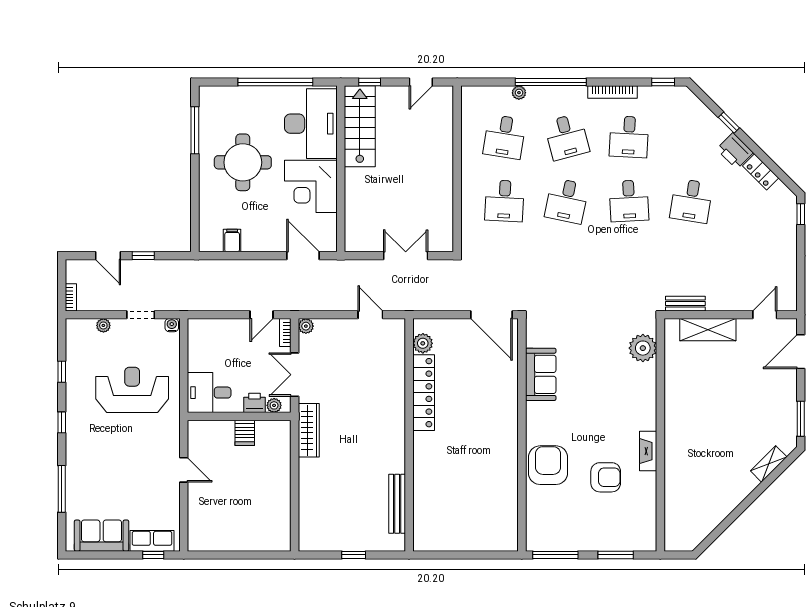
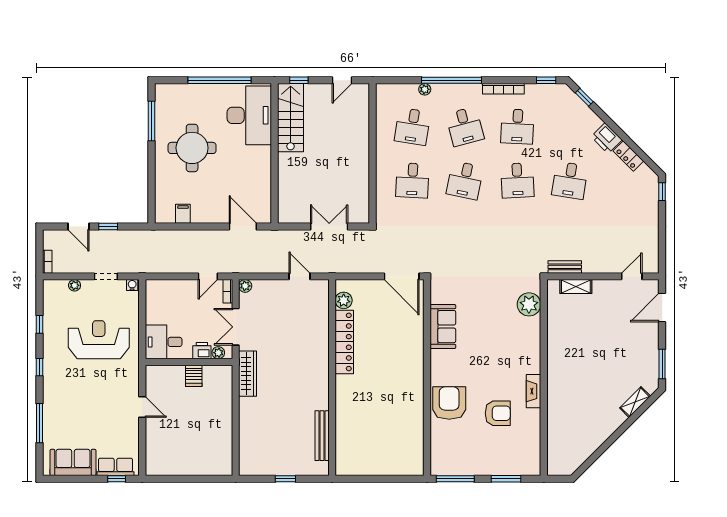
window: (729, 123) -> (584, 97), moved
corner desk: (311, 186) -> (249, 168), removed
shelving: (708, 330) -> (576, 287), width x0.67, depth x0.75

